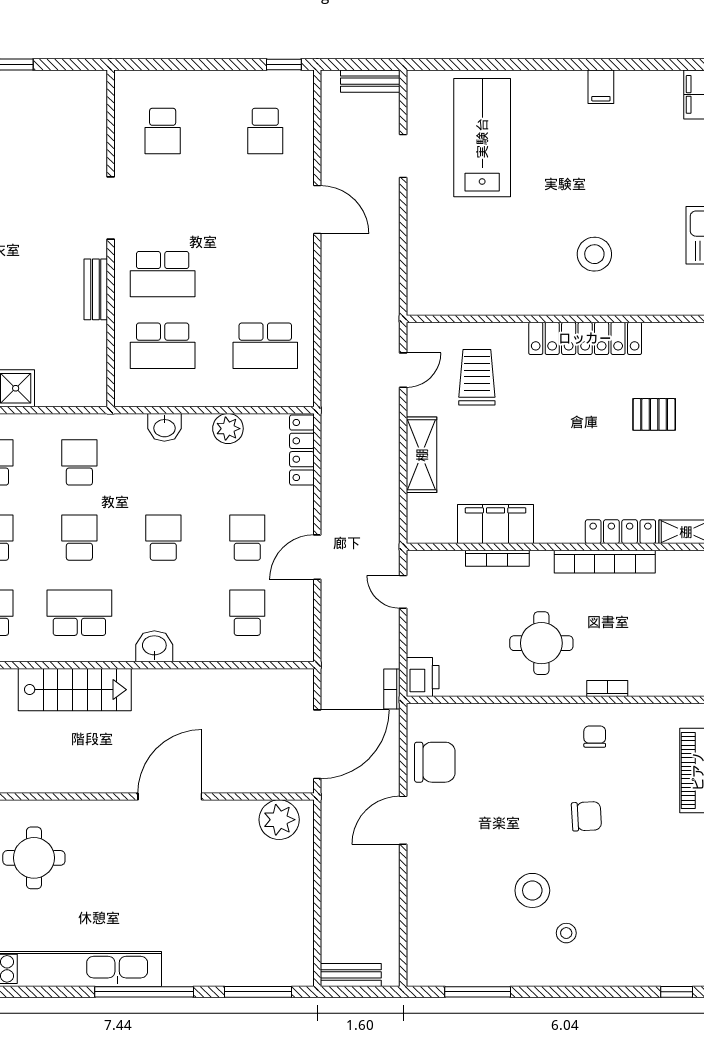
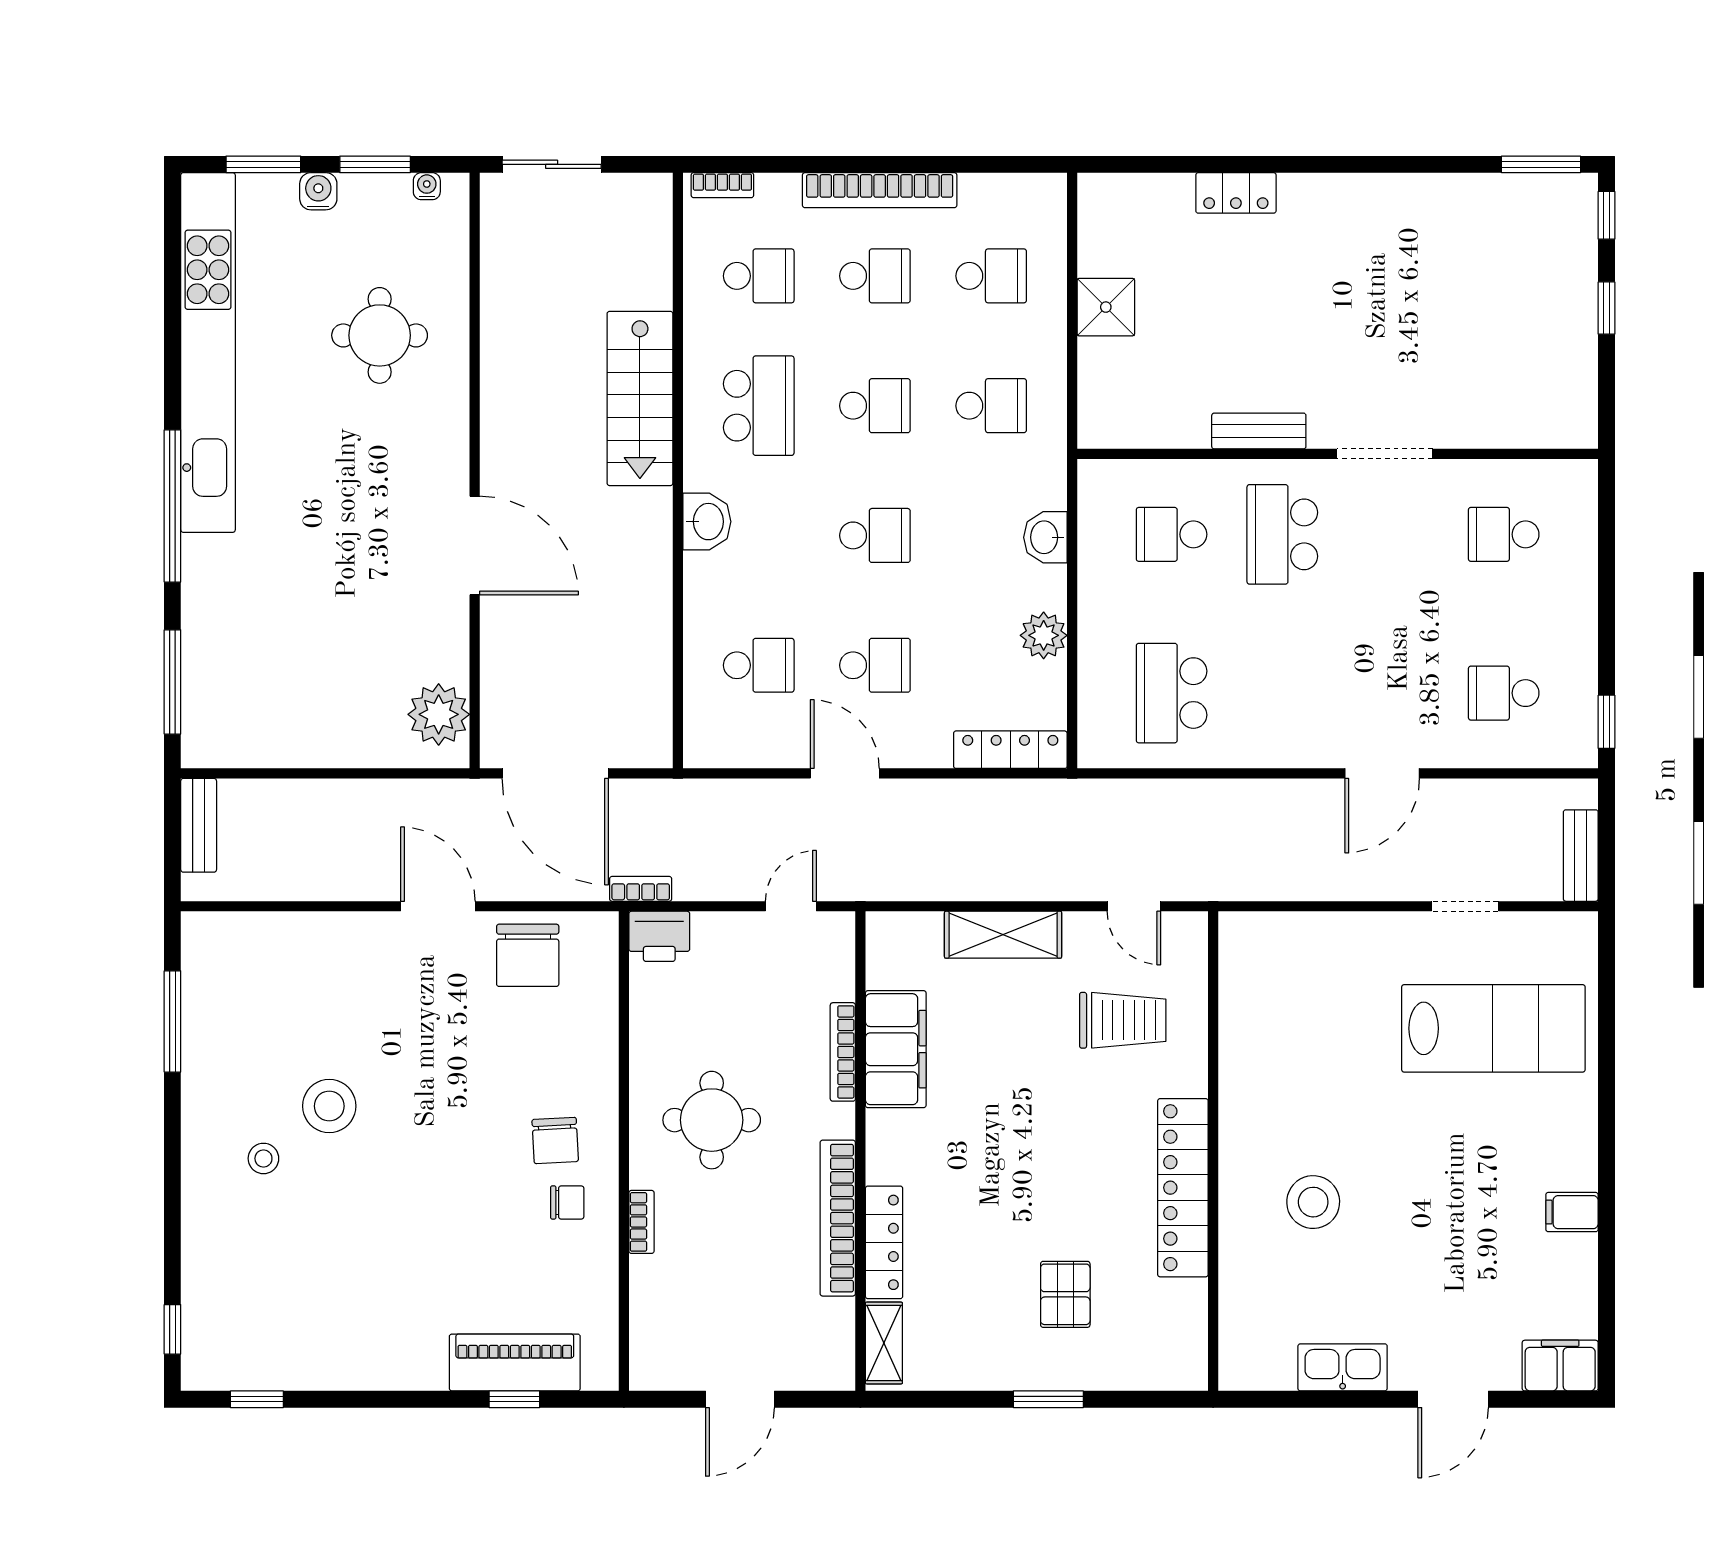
school desk: (163, 346) -> (1172, 534), width x0.54
chair: (586, 816) -> (555, 1141), moved

